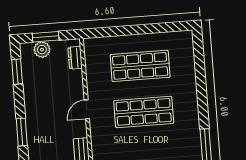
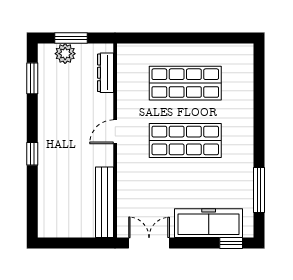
dresser: (75, 58) -> (105, 73), width x1.44
window: (22, 132) -> (32, 154), width x0.67

